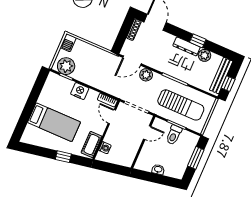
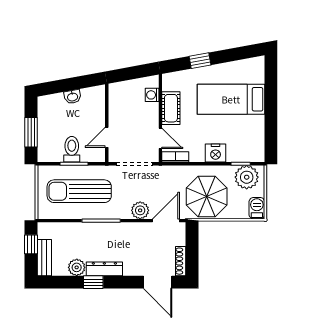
parasol: (98, 65) -> (207, 196), added
bench: (221, 76) -> (44, 258), width x0.73
cot: (92, 144) -> (171, 108), moved

